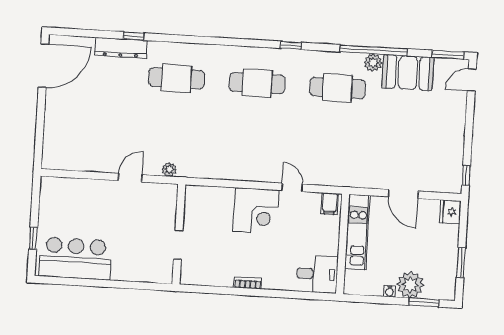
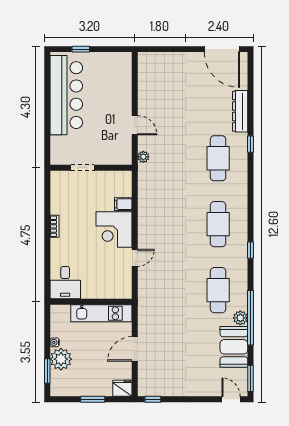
window: (134, 36) -> (250, 144), moved
filing cabinet: (330, 204) -> (123, 204), moved
bar counter: (75, 258) -> (66, 95), width x1.36
window: (461, 263) -> (93, 399), moved

